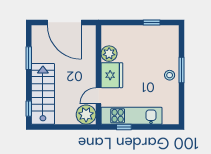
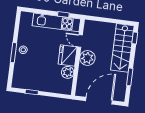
door: (64, 22) -> (99, 101), hinge flipped
door: (98, 96) -> (80, 41), swing flipped
plant: (86, 115) -> (87, 58), moved

